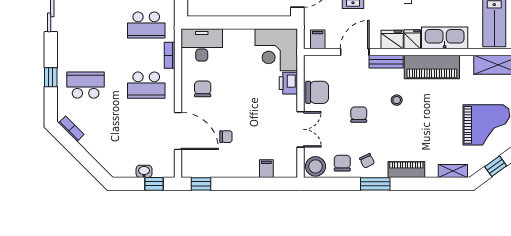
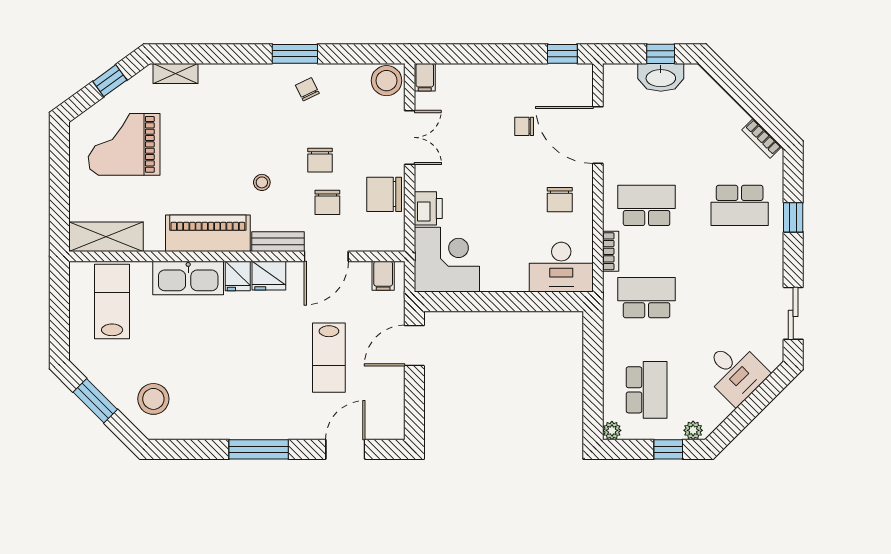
double door: (300, 129) -> (410, 137), swing flipped
chair: (342, 163) -> (327, 202), moved
filing cabinet: (266, 169) -> (425, 77), moved
piano: (406, 169) -> (247, 76), removed
washbasin: (144, 171) -> (661, 77), width x1.91, depth x1.45
window: (154, 184) -> (661, 54), moved

